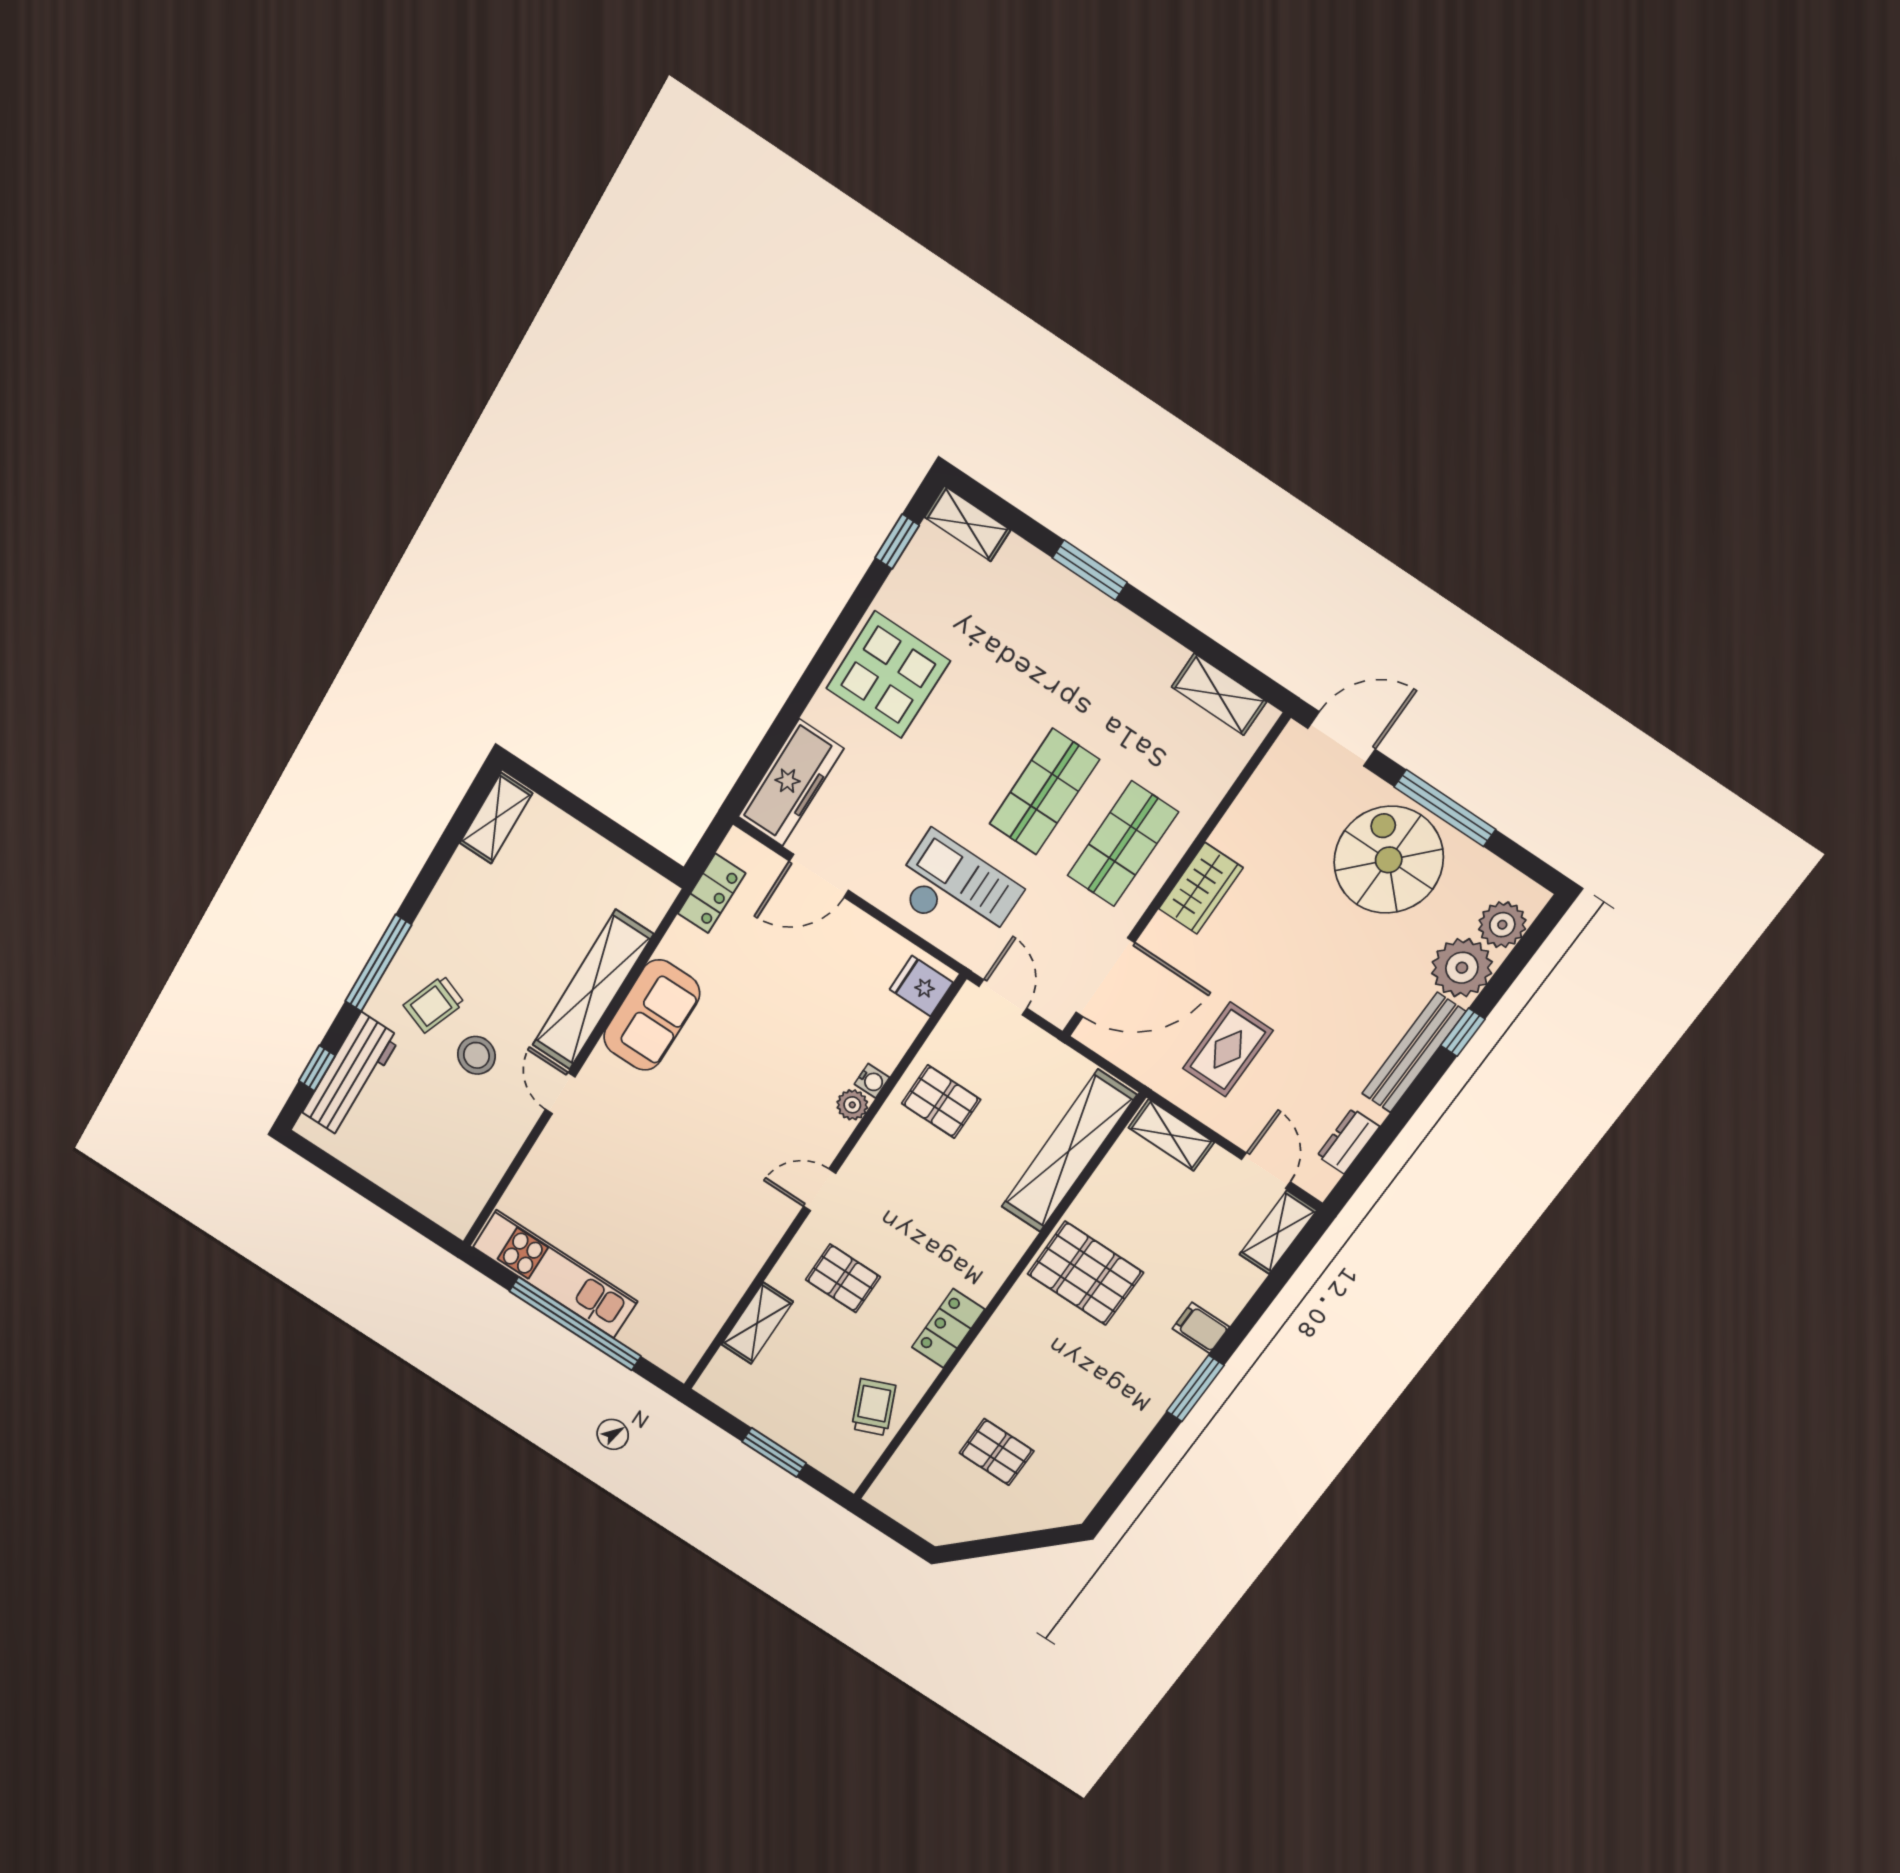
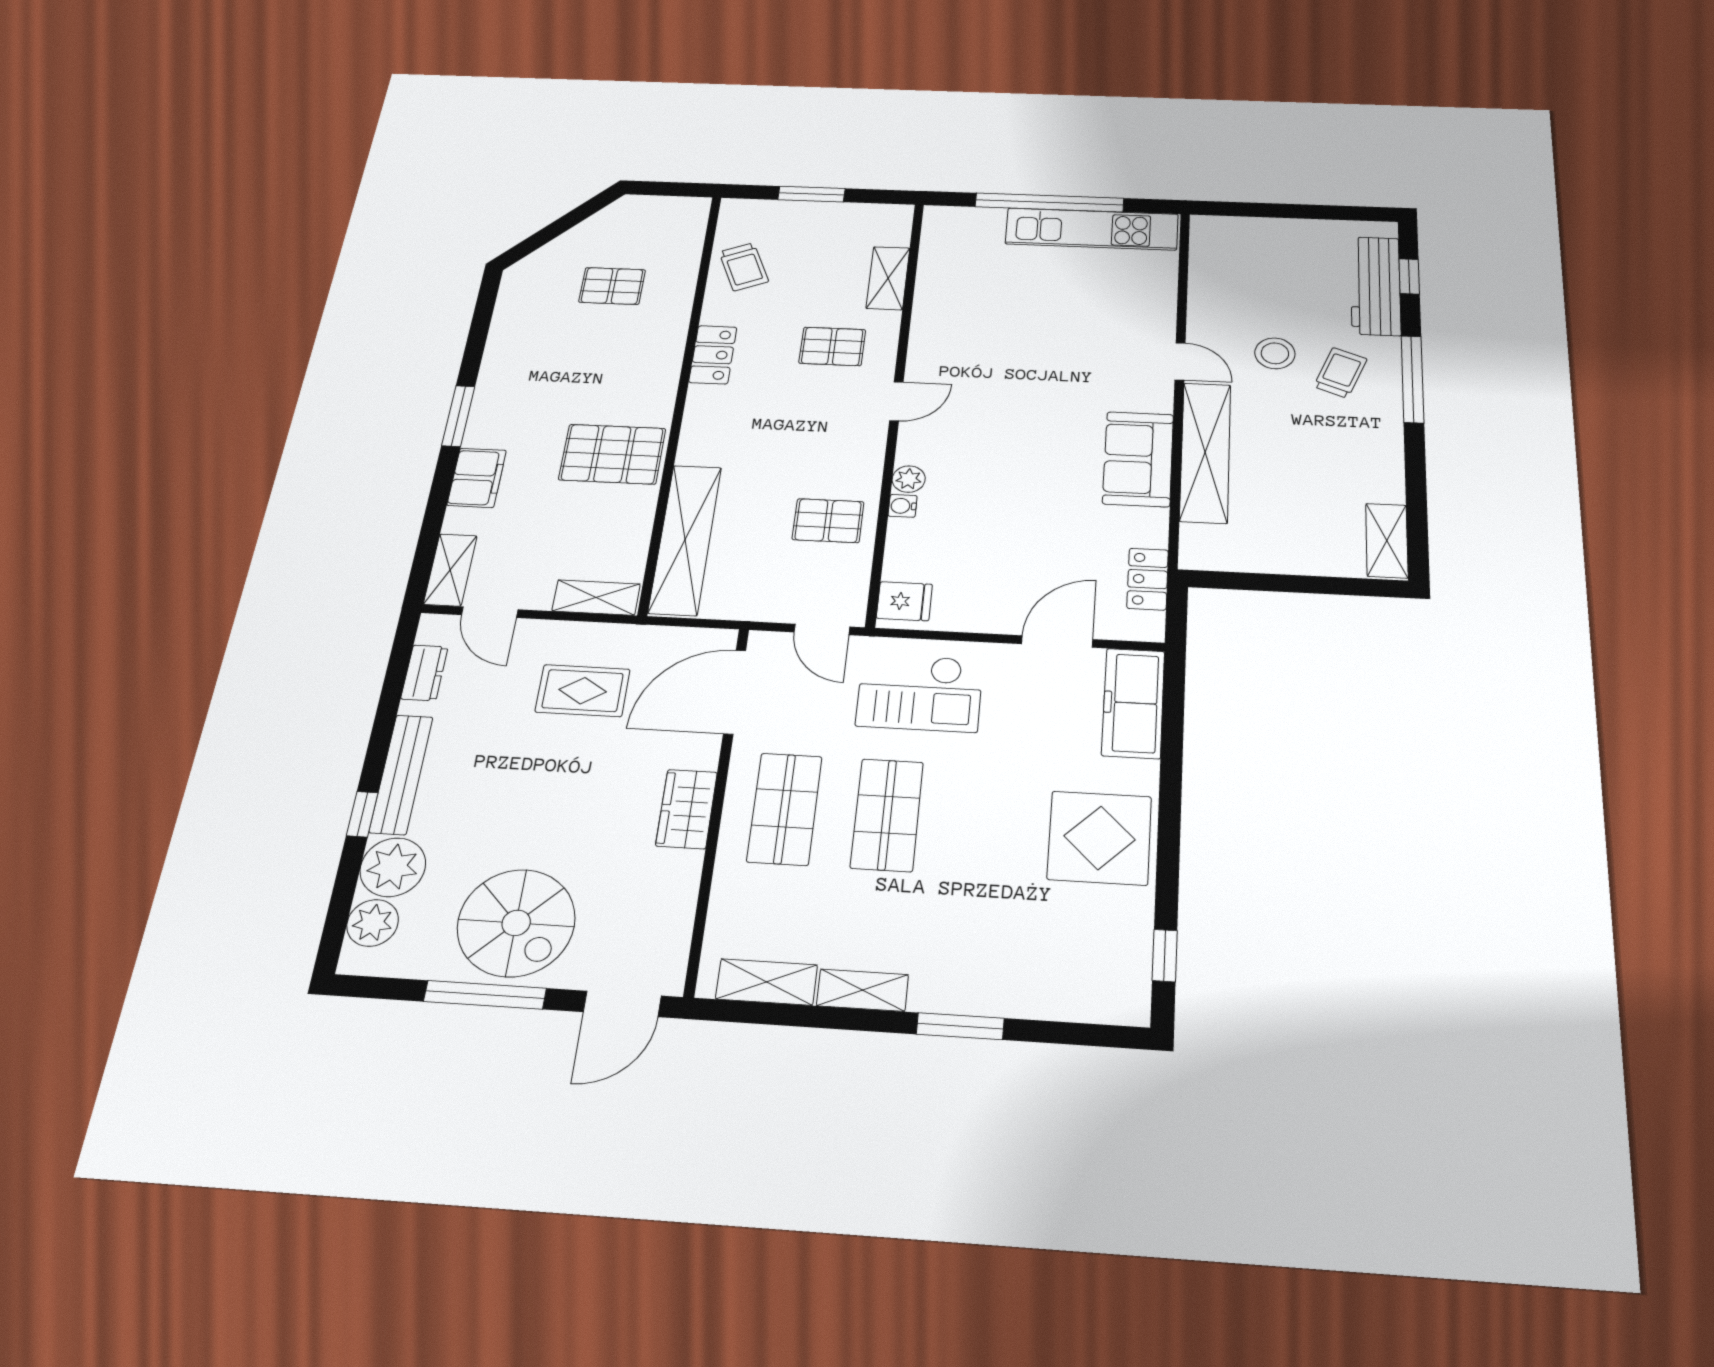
shelving: (967, 524) -> (862, 990), moved
rug: (1228, 1050) -> (583, 691), turned 90
filing cabinet: (1201, 1328) -> (477, 478), width x2.00

